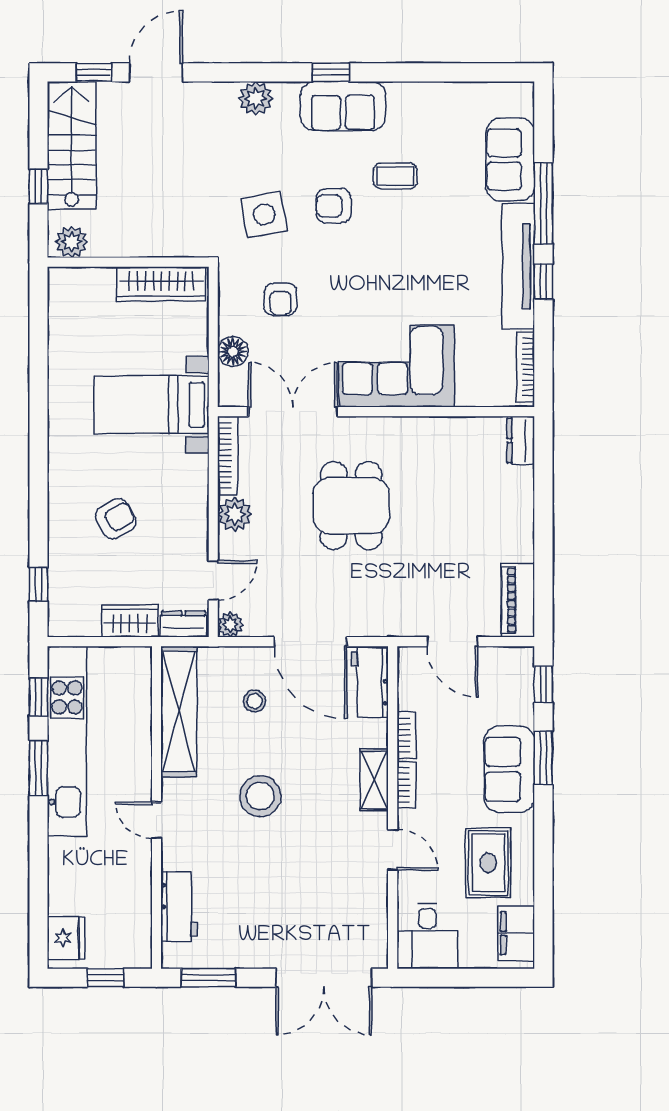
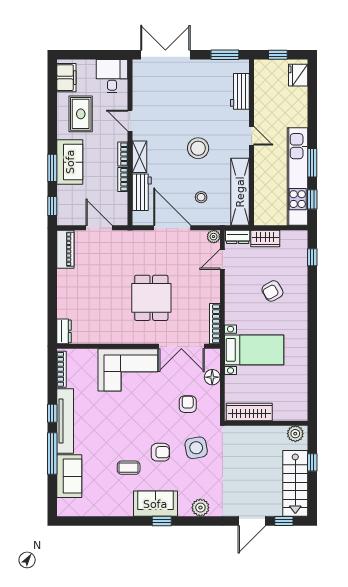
plant: (235, 514) -> (211, 293), removed
workbench: (370, 682) -> (142, 192), moved

